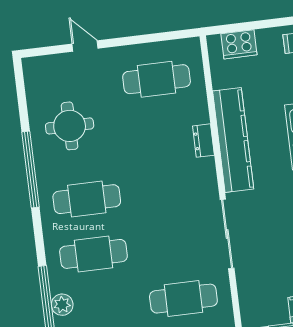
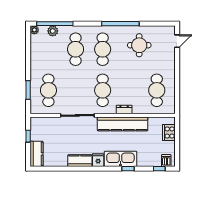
door: (85, 46) -> (177, 41), moved
cafe table: (170, 189) -> (103, 90), added

